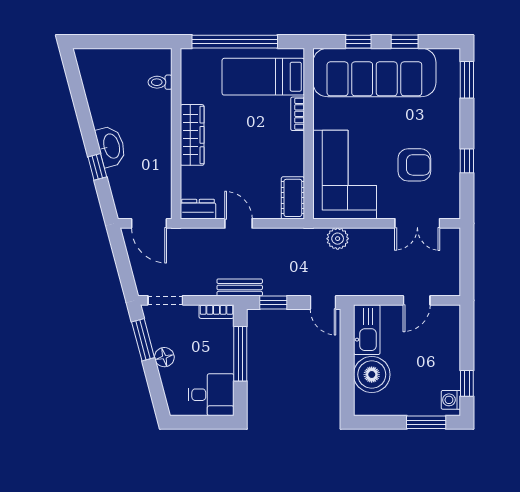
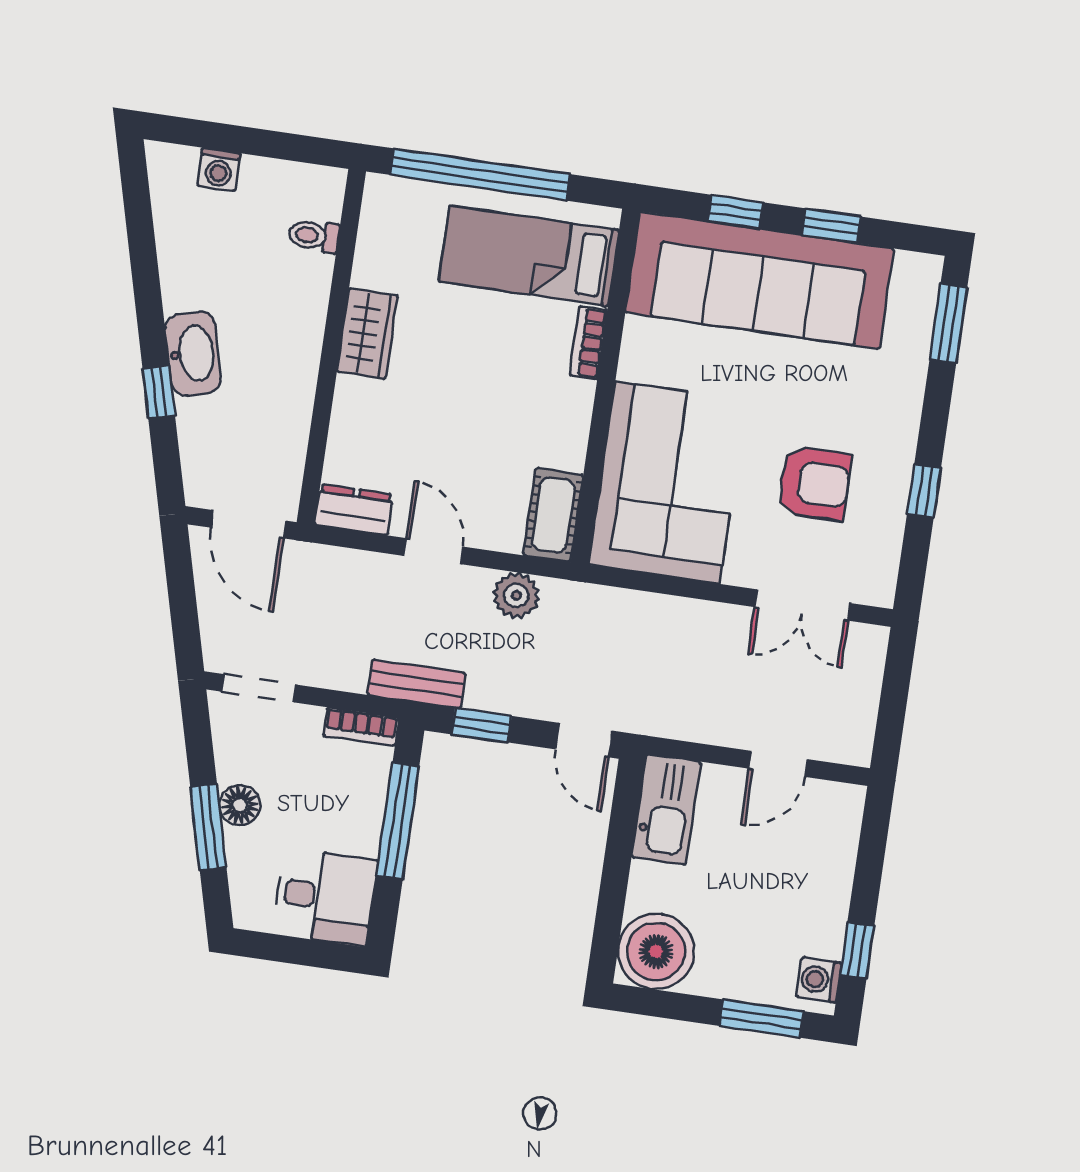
washing machine: (110, 57) -> (219, 169), added
wardrobe: (192, 135) -> (367, 334), width x0.67
plant: (338, 239) -> (516, 595), moved
window: (143, 340) -> (208, 827), moved
boiler: (372, 375) -> (656, 951), moved

